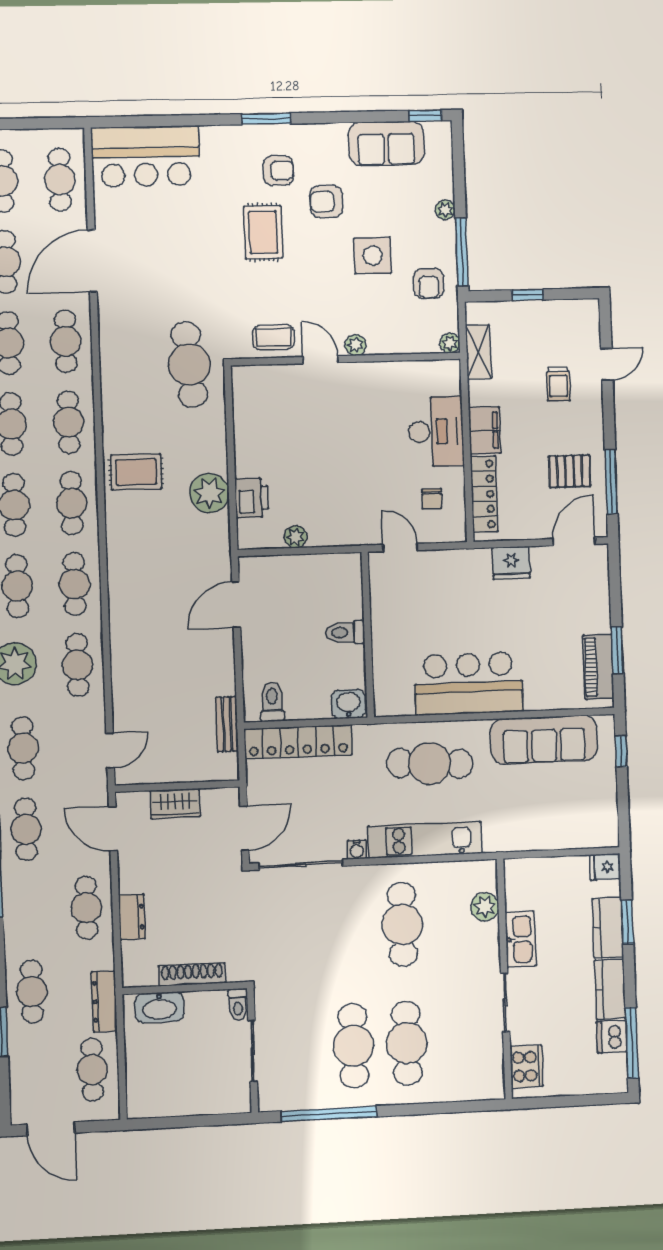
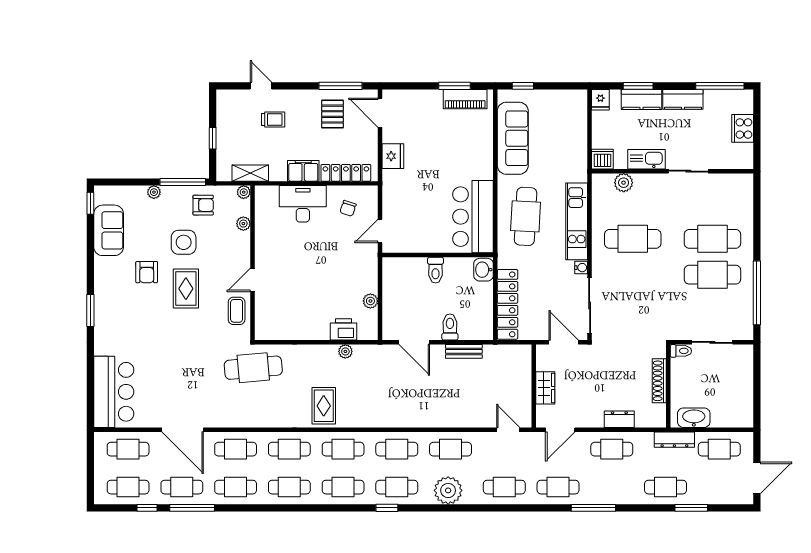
armchair: (278, 171) -> (125, 304), removed
rug: (263, 232) -> (186, 289), moved, turned 90
plant: (355, 345) -> (243, 224), moved
plant: (209, 493) -> (345, 351), width x0.53, depth x0.53
chair: (432, 499) -> (348, 208), turned 108
bar counter: (469, 684) -> (473, 217), moved
toilet: (272, 702) -> (450, 327), moved, turned 90
bench: (227, 724) -> (464, 351), moved
washbasin: (159, 1007) -> (694, 418), moved, turned -90
dishwasher: (612, 1037) -> (602, 159), moved, turned 180
cooker: (527, 1067) -> (743, 128), moved, turned -90

